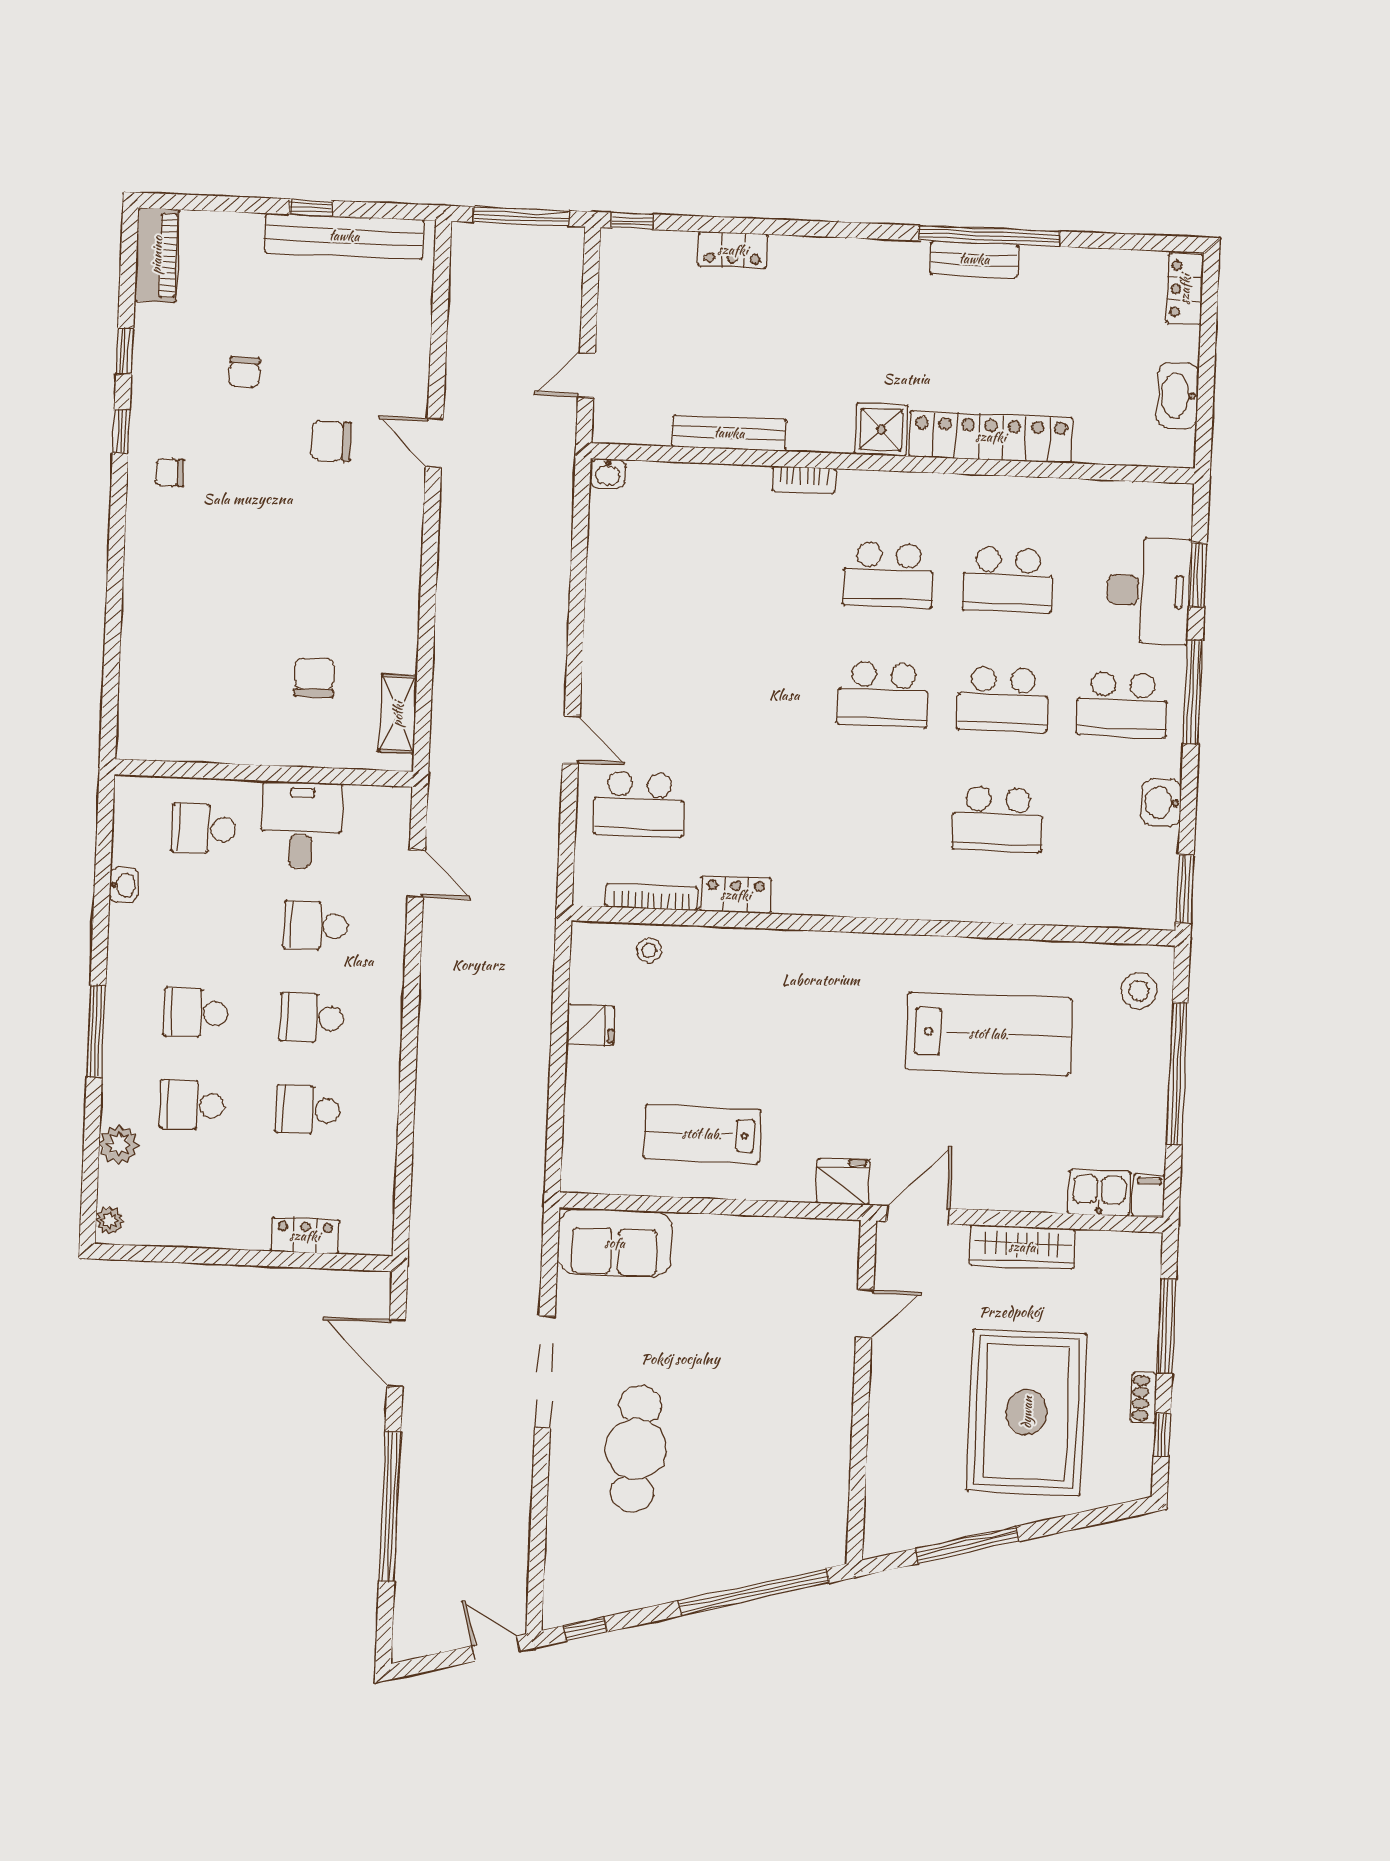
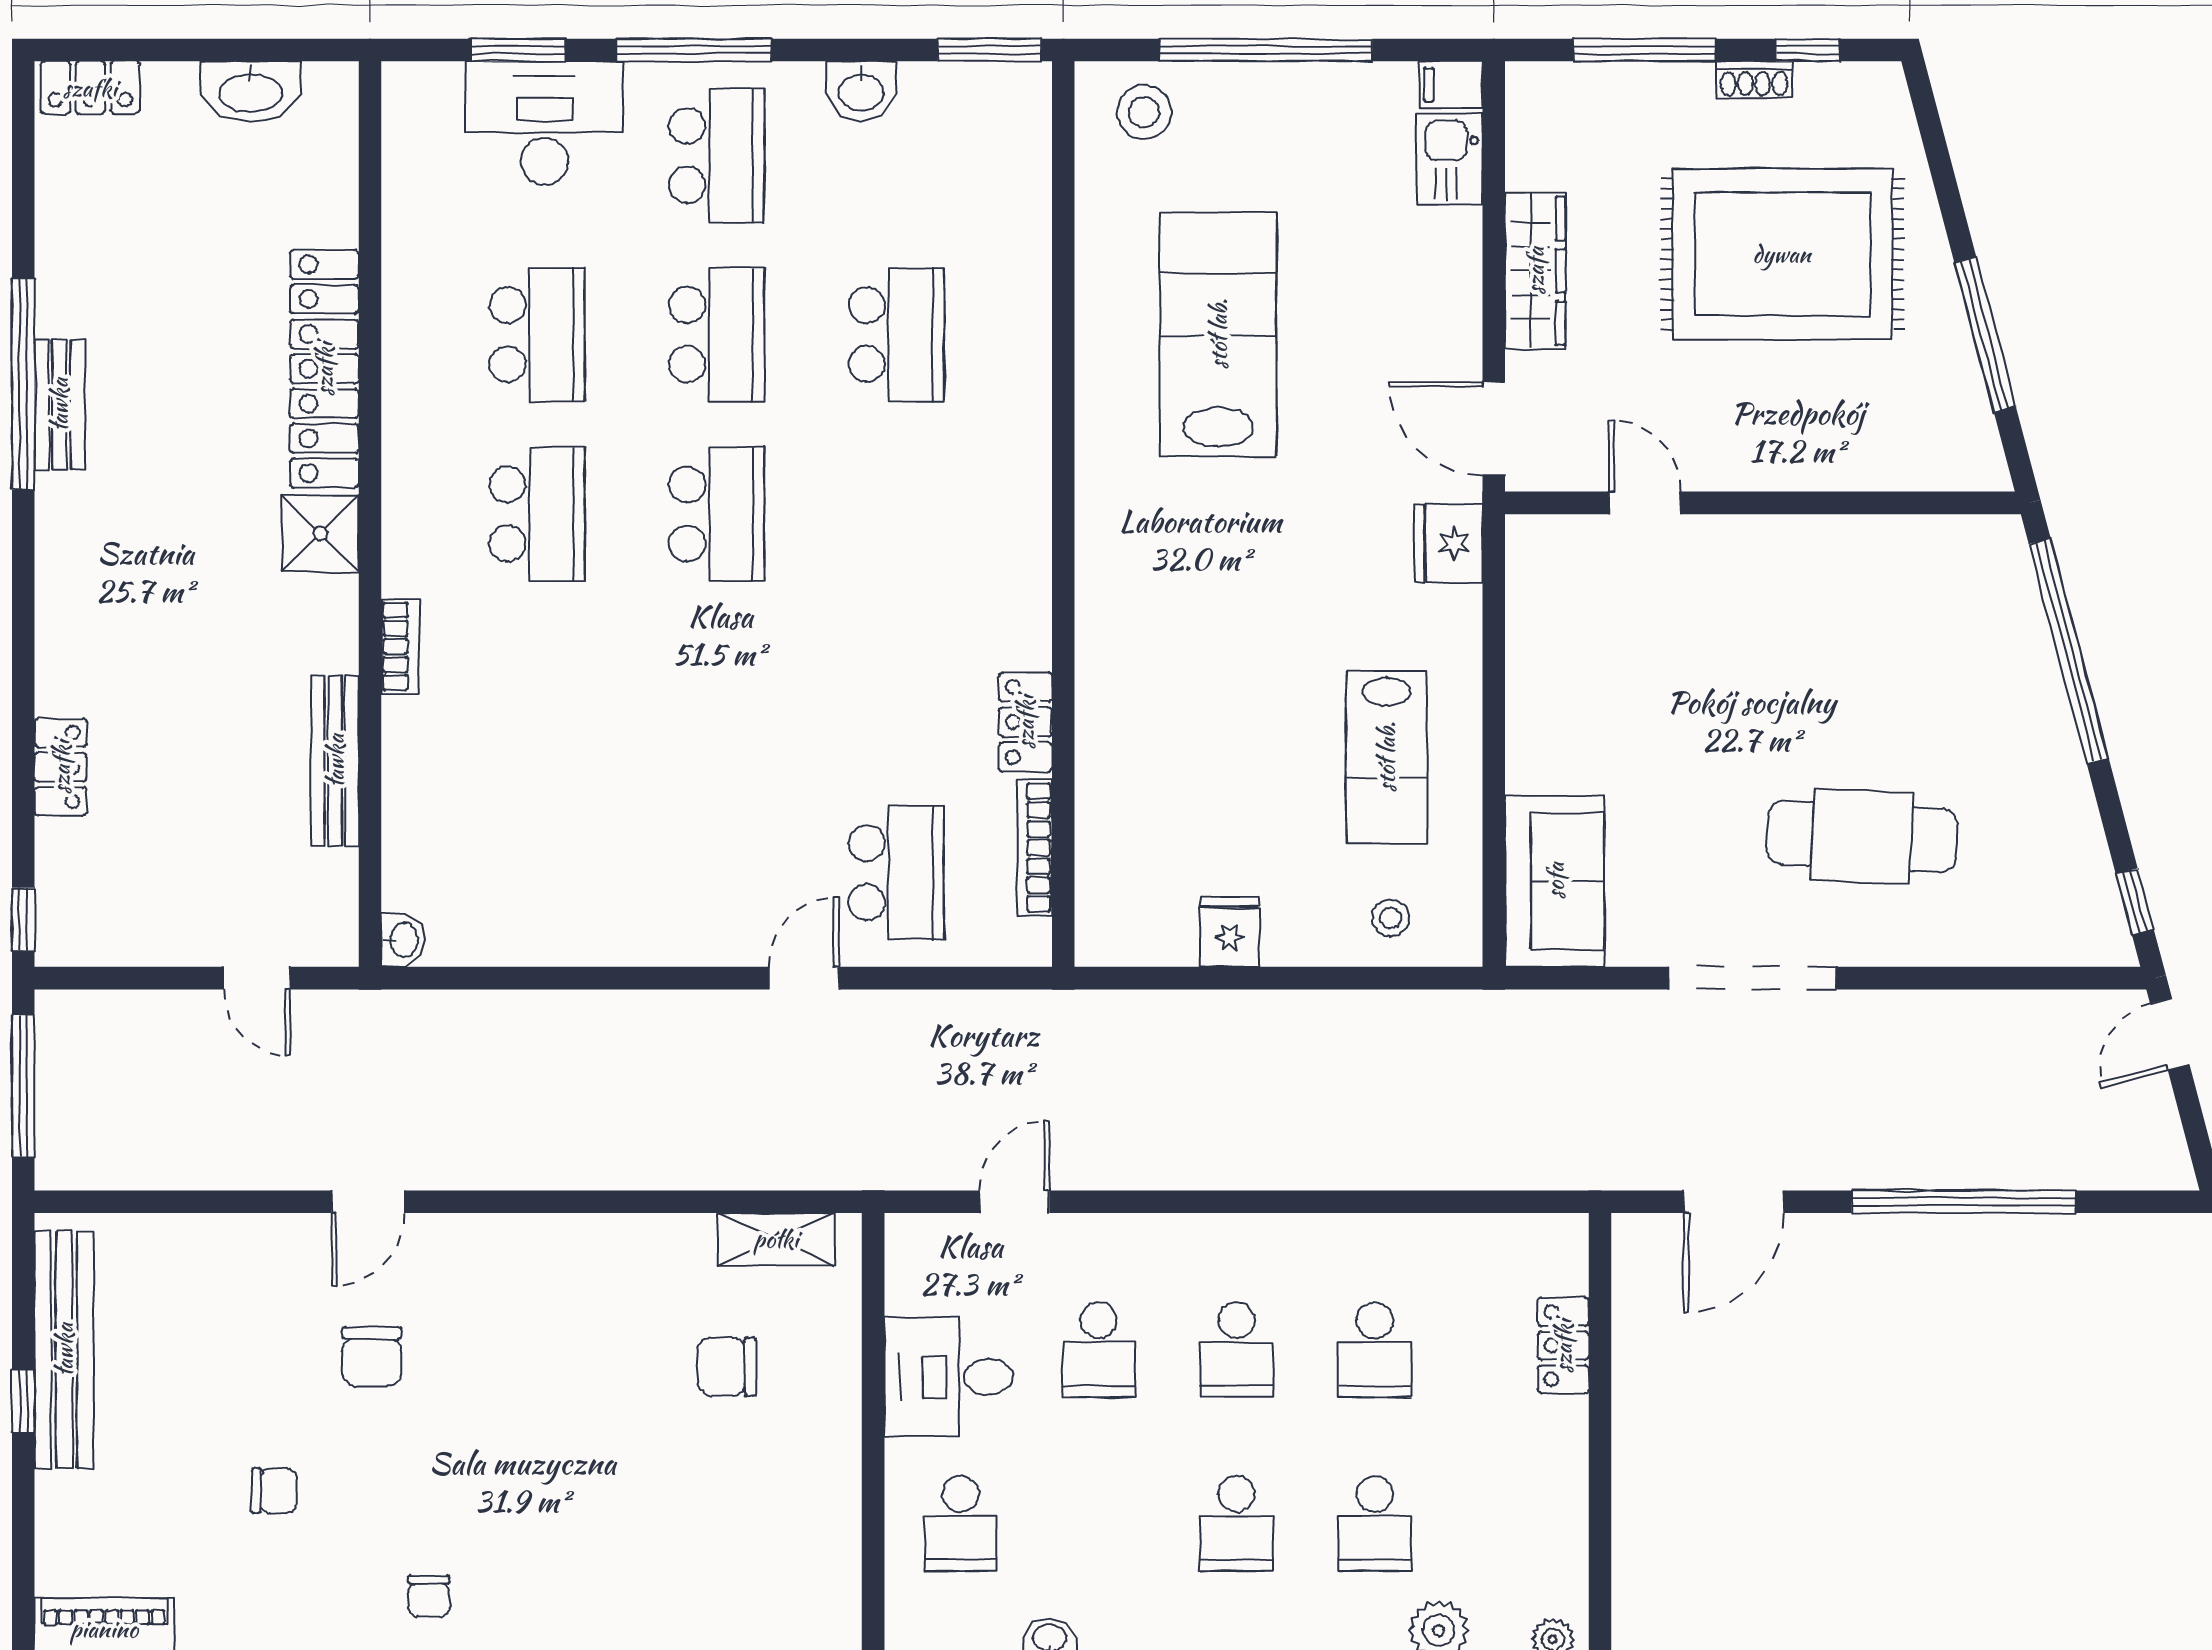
stool: (649, 950) -> (1390, 918), moved

